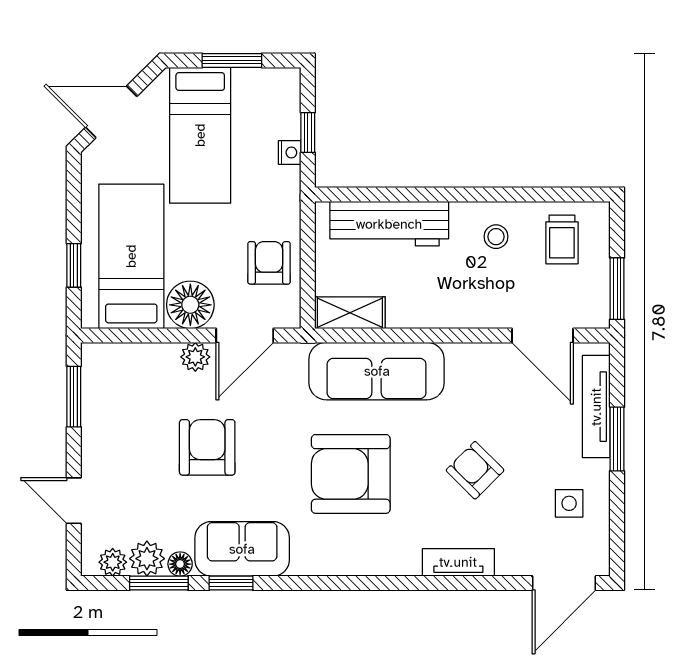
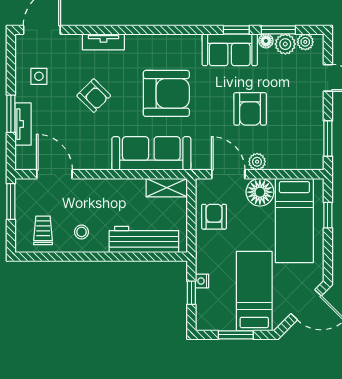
armchair: (269, 263) -> (214, 217), turned 180
door: (245, 335) -> (228, 174), hinge flipped
tv unit: (596, 407) -> (23, 124), width x0.71

